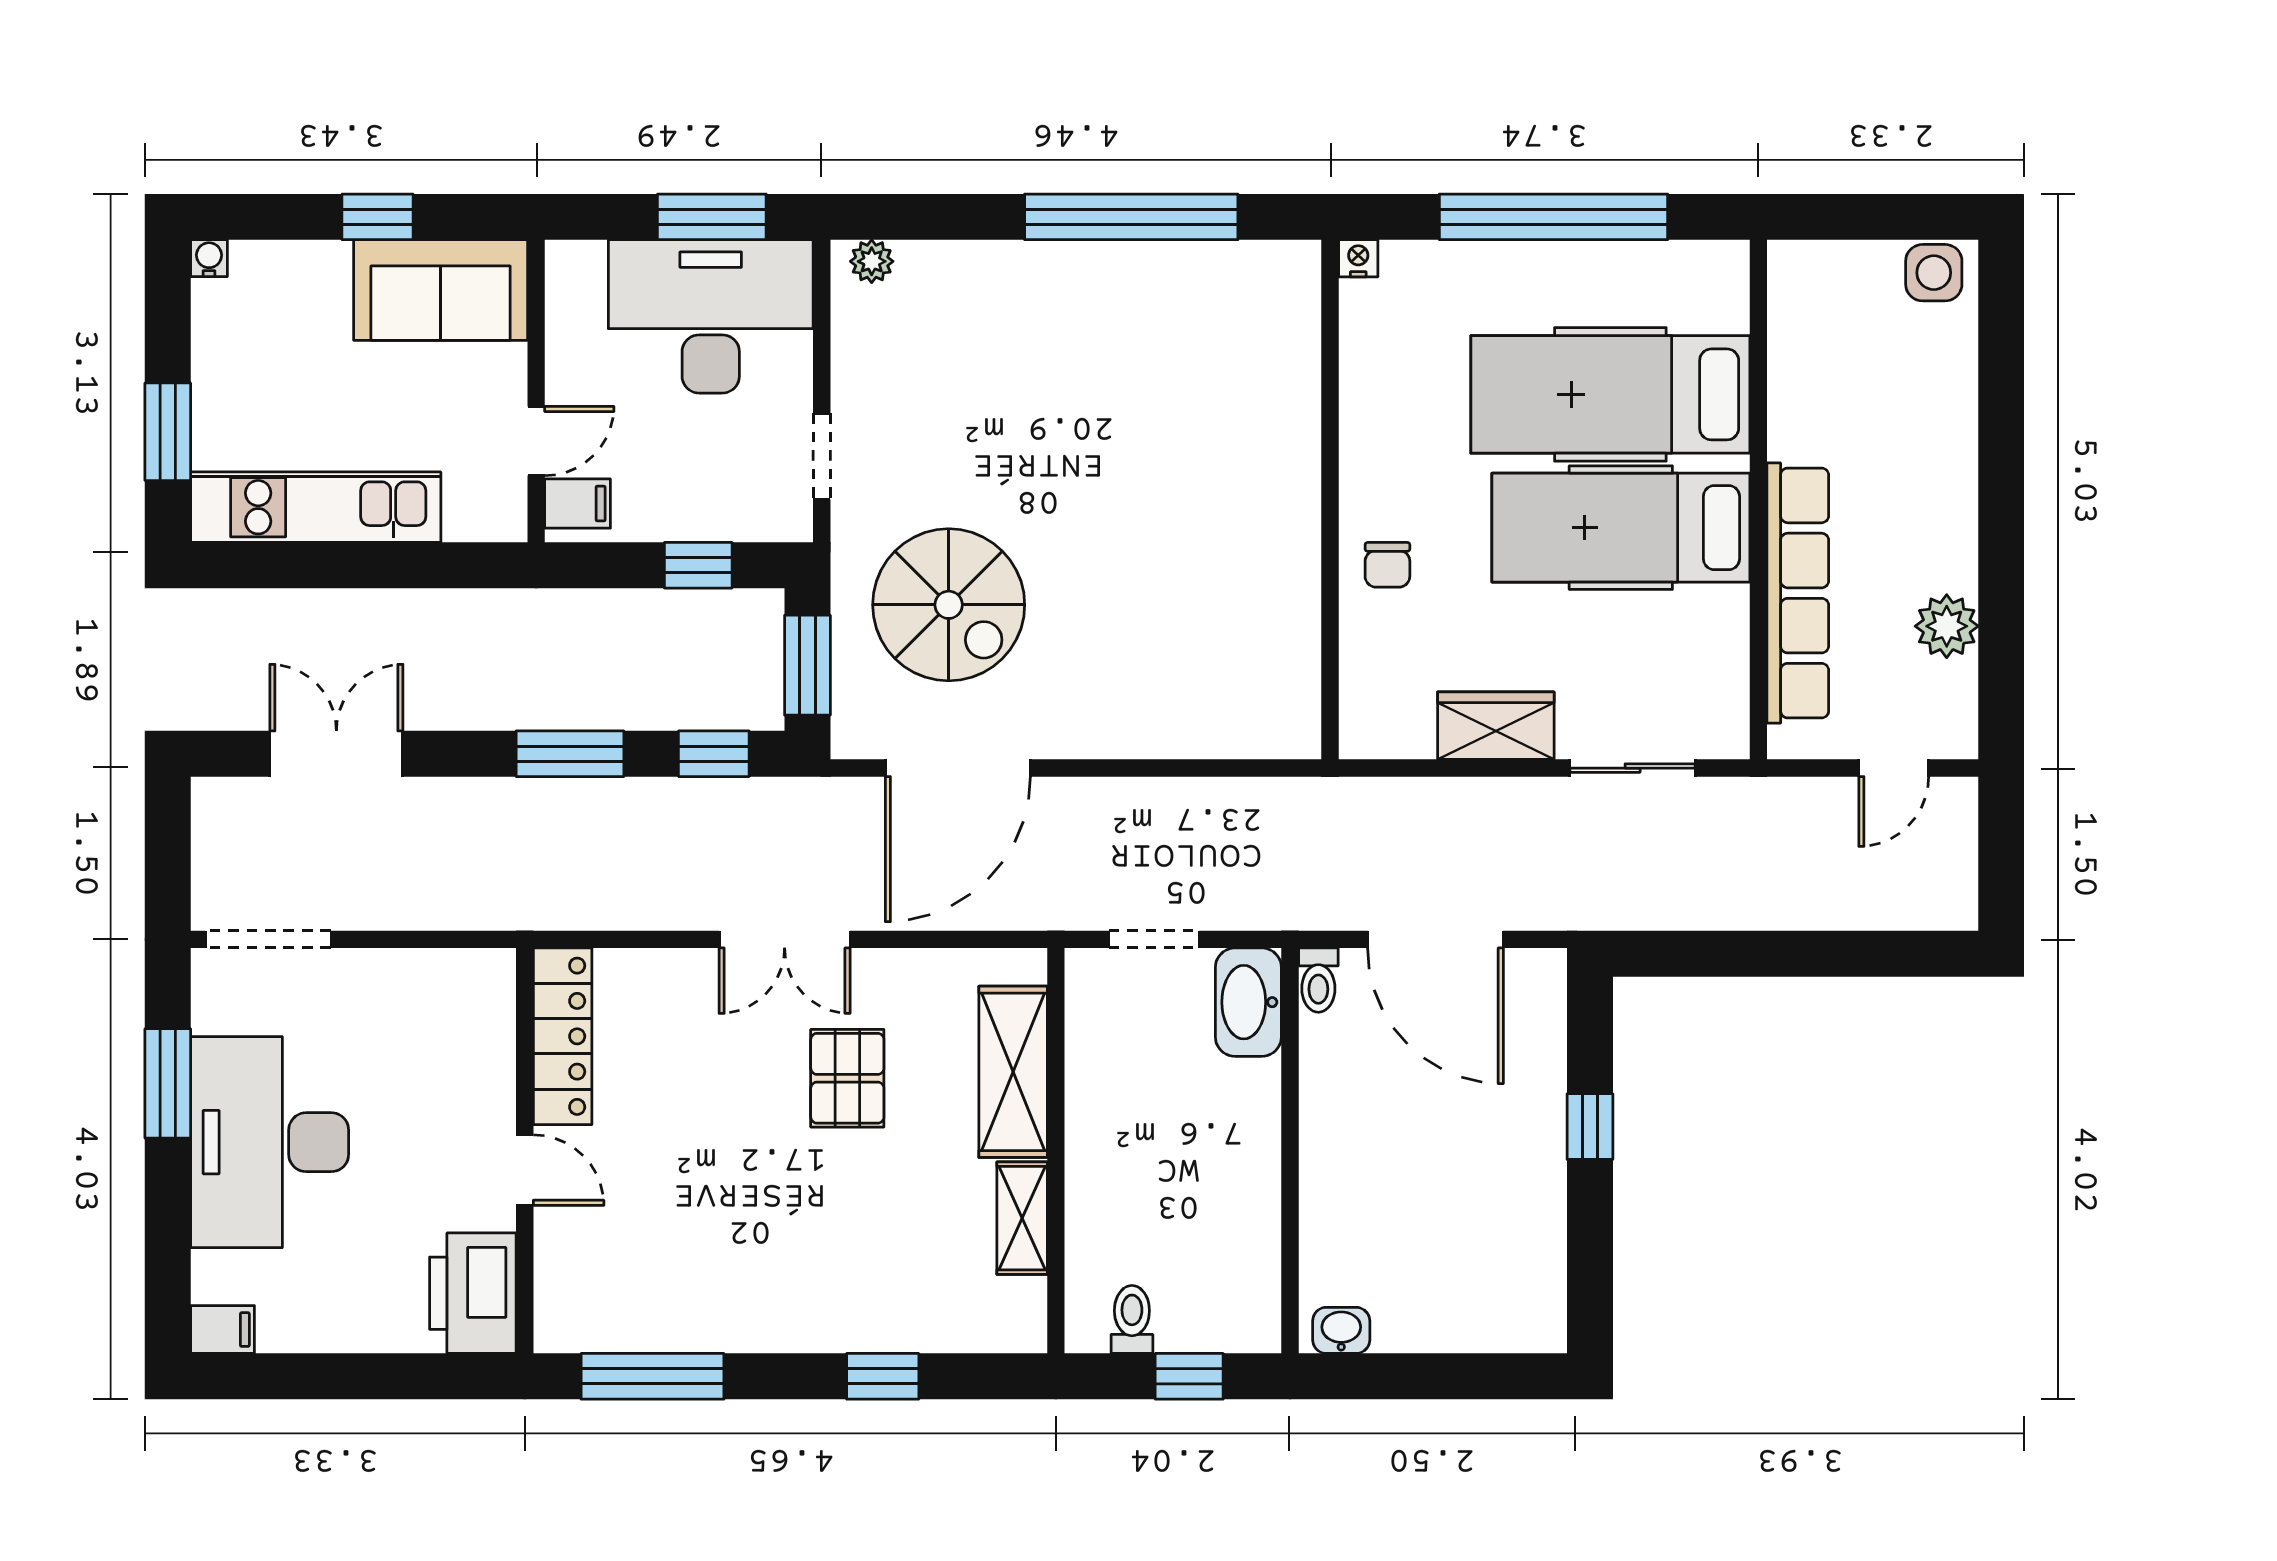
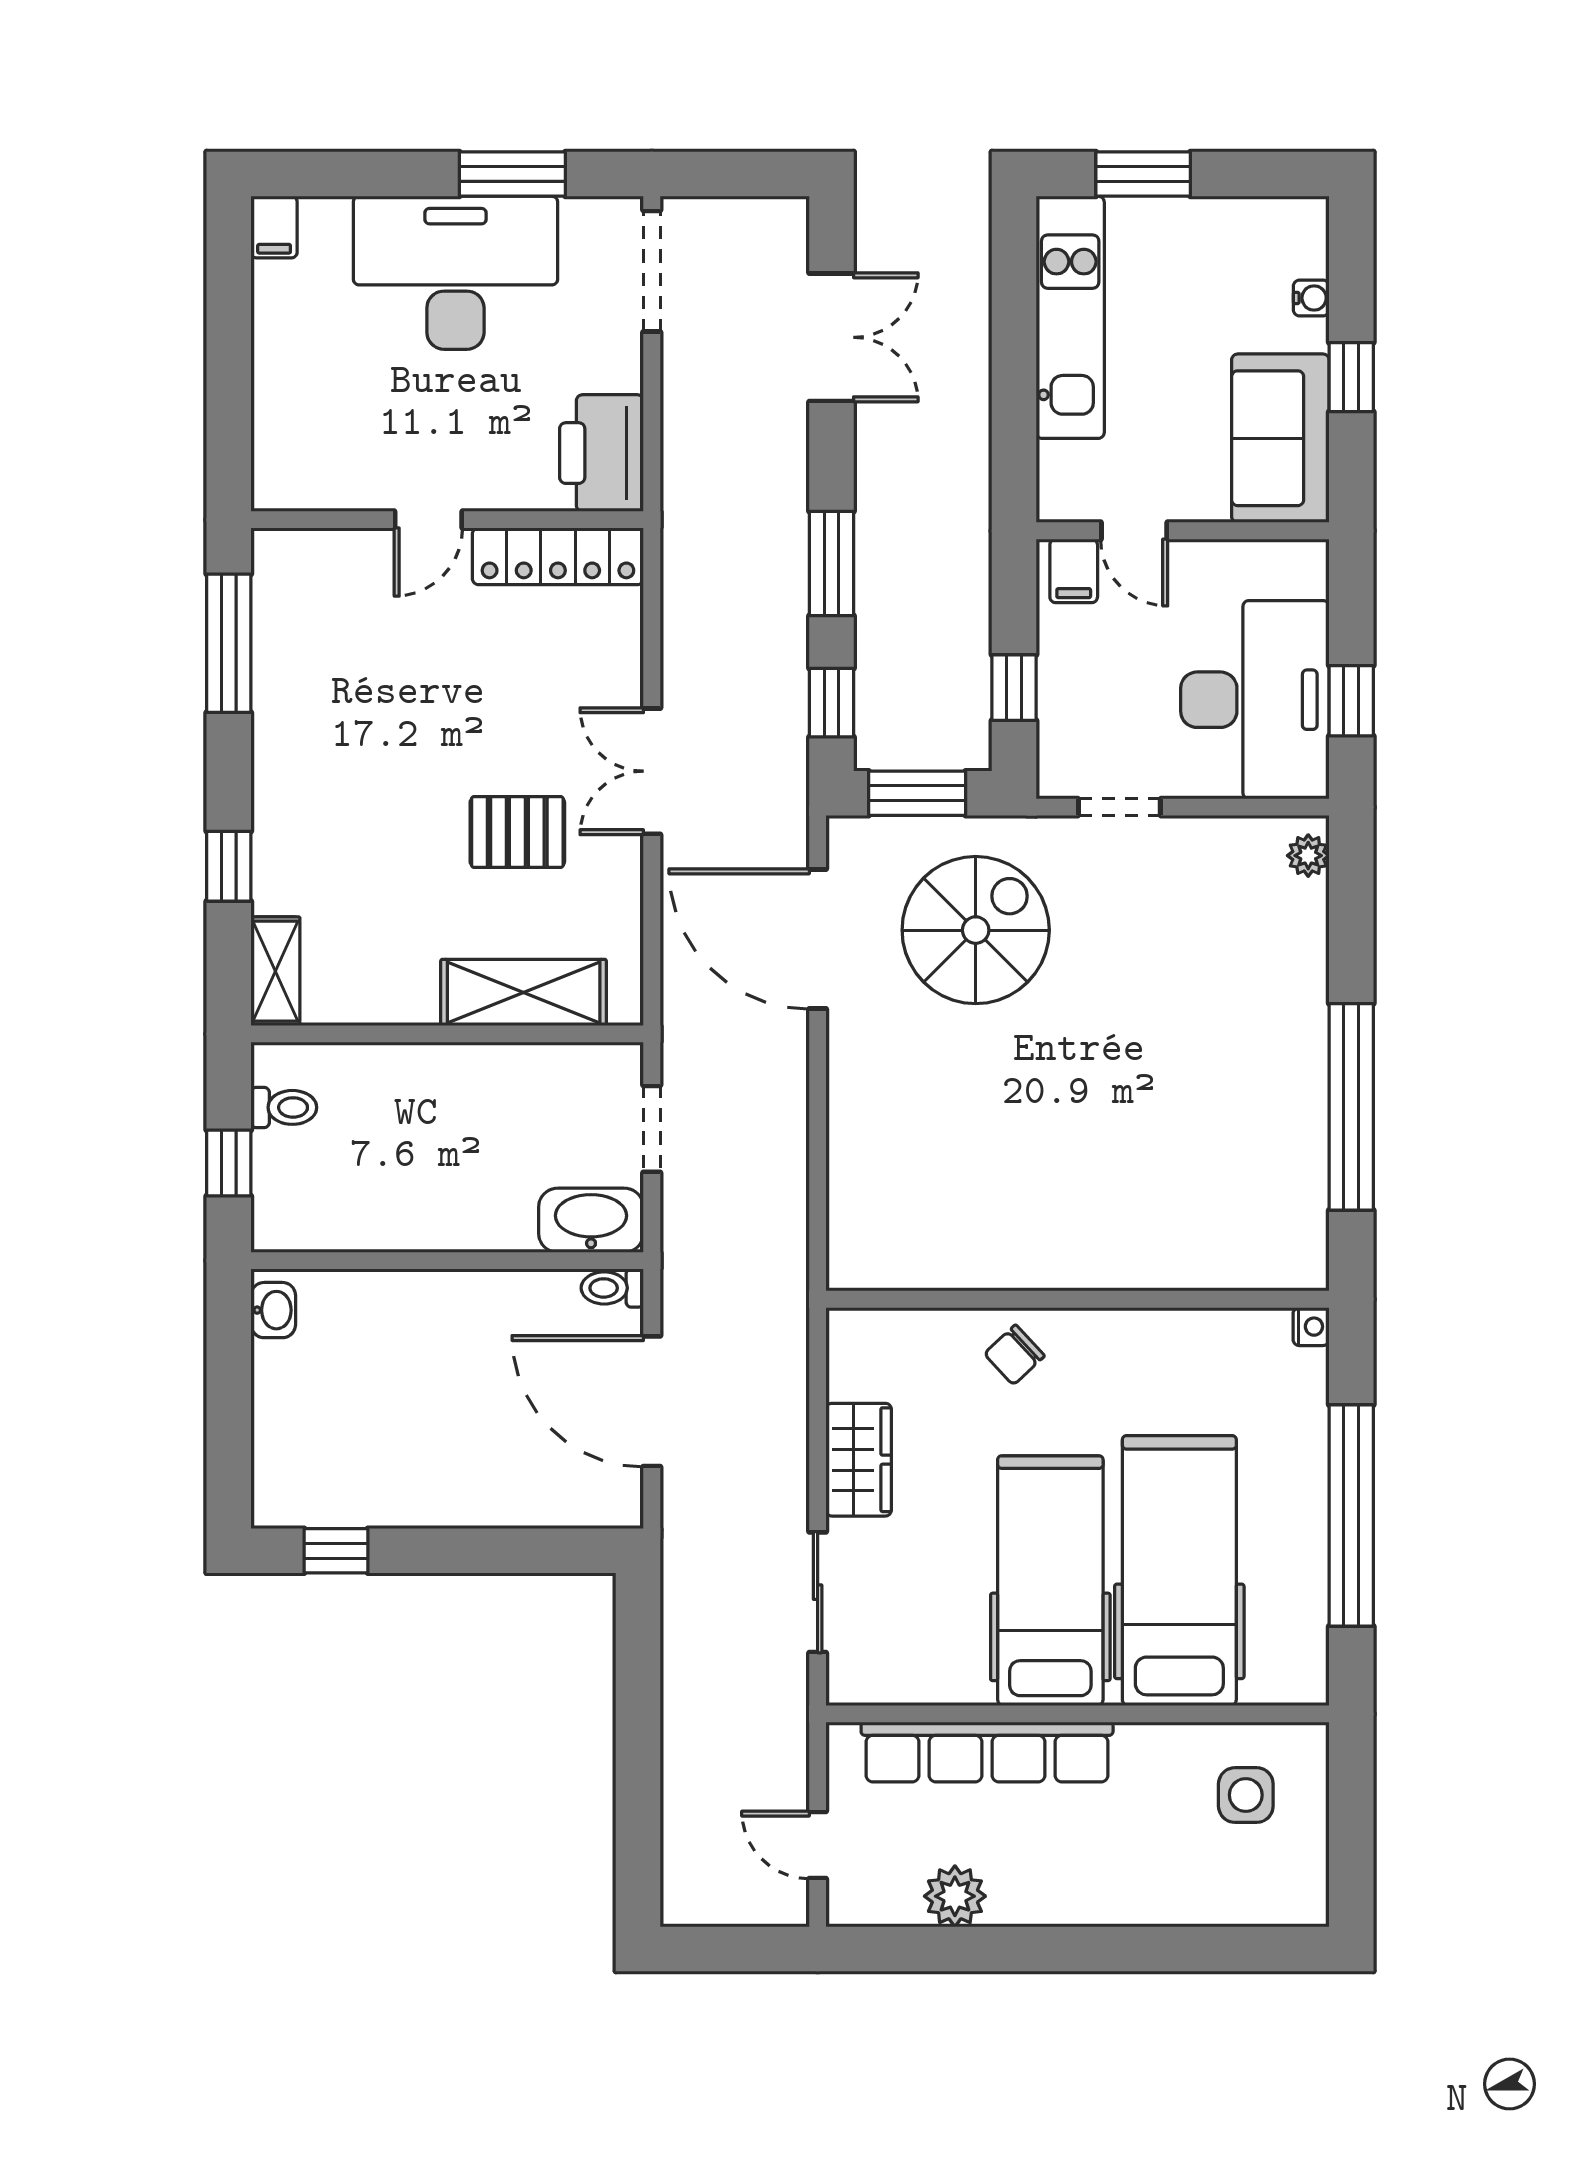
window: (712, 217) -> (1351, 701), width x0.67
water cooler: (209, 258) -> (1311, 298), moved
side table: (1934, 273) -> (1246, 1795), moved
chair: (1387, 565) -> (1014, 1355), turned -43
spiral stairs: (949, 605) -> (976, 930), turned 180
door: (1435, 939) -> (652, 1401), hinge flipped
window: (1590, 1127) -> (336, 1551), moved
shelving: (1022, 1218) -> (275, 971), moved, turned 90
printer: (473, 1293) -> (602, 453), moved, turned -90

